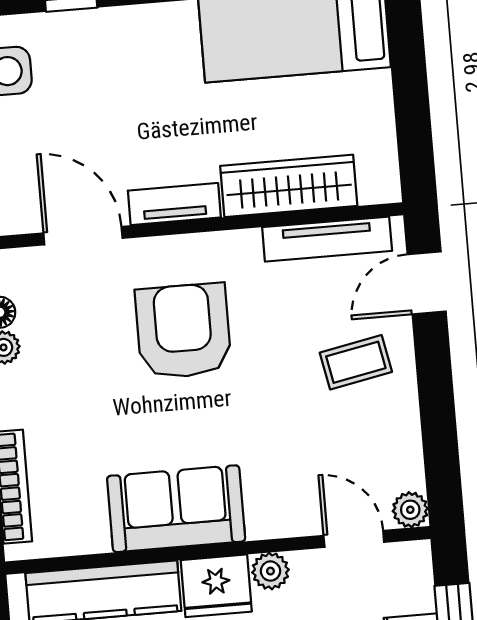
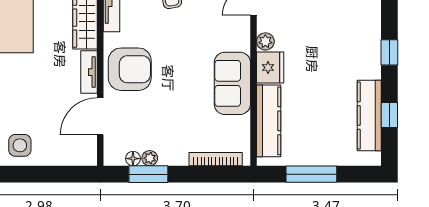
armchair: (183, 331) -> (130, 69), moved, turned 180

